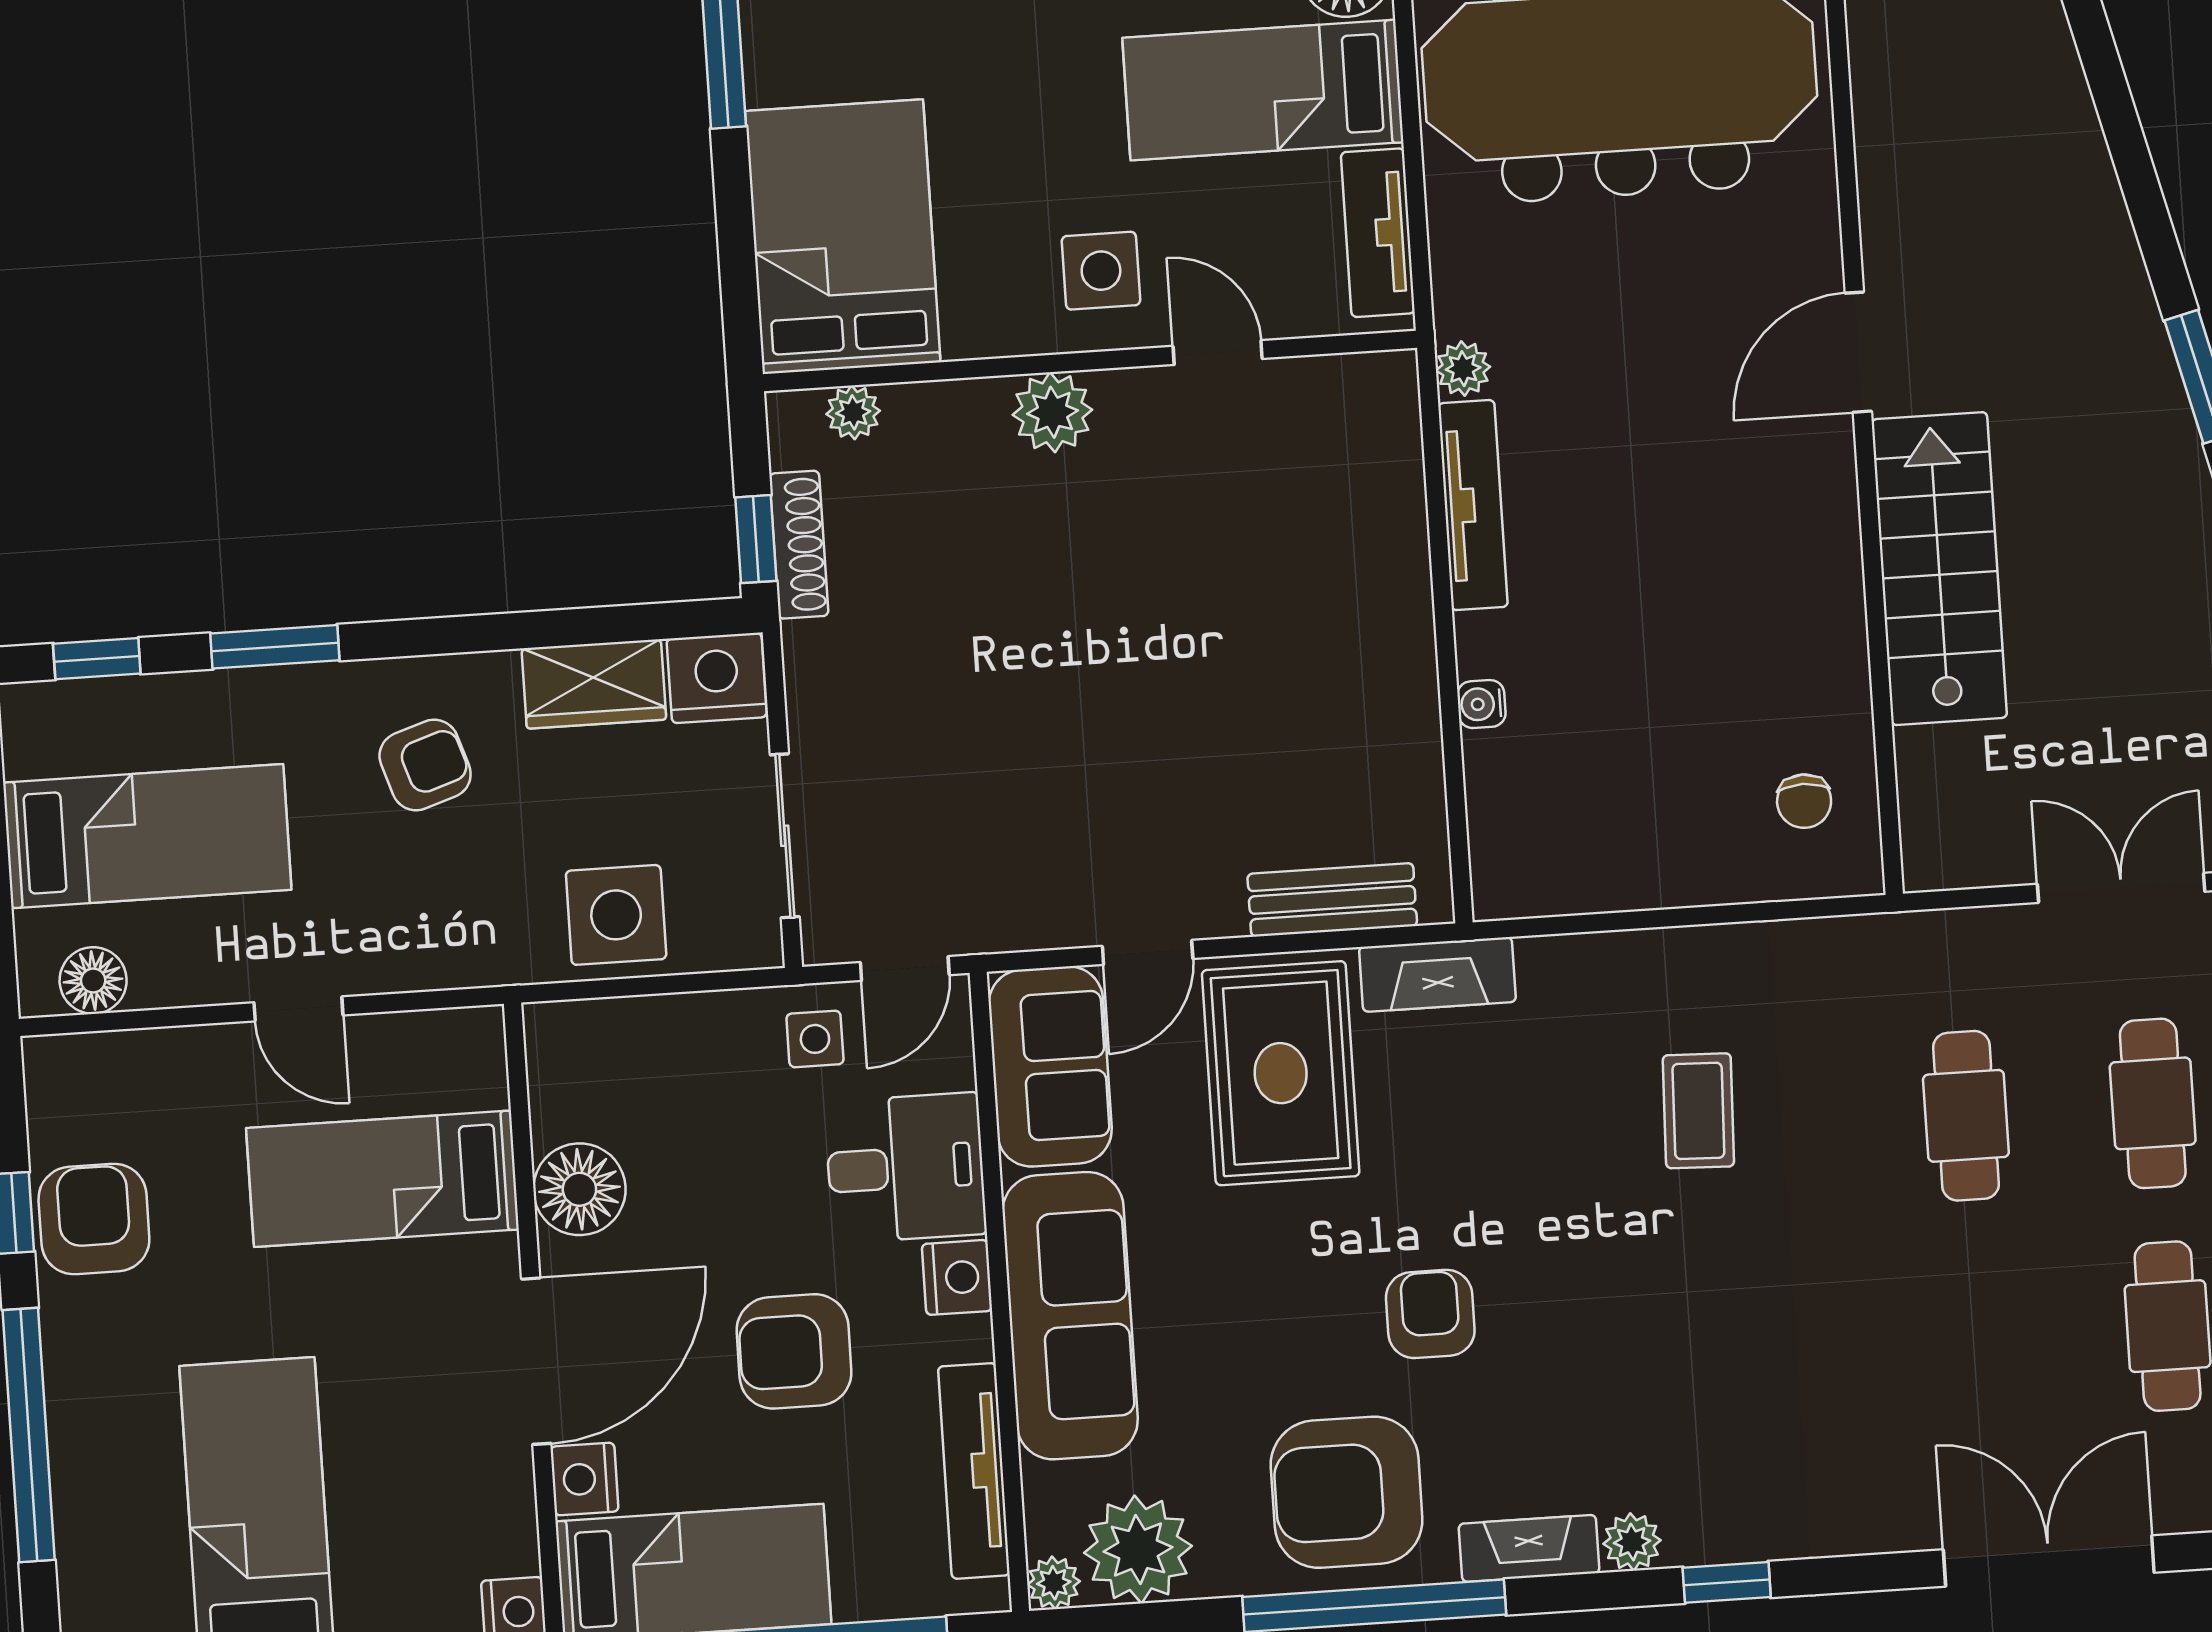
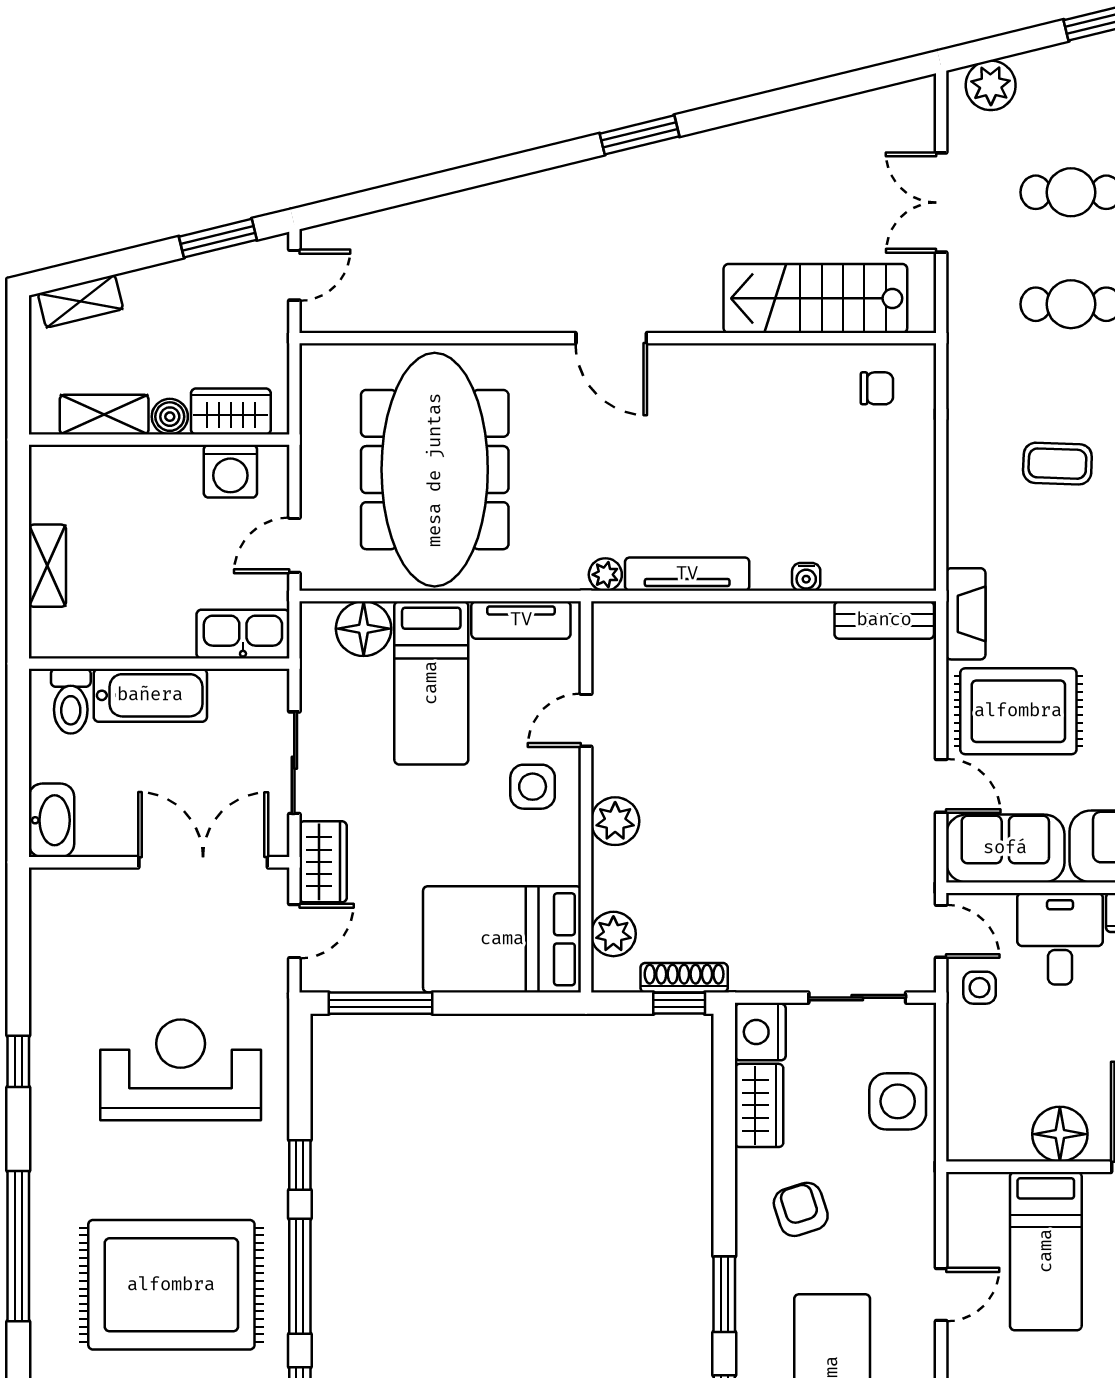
plant: (853, 412) -> (613, 934), width x1.38, depth x1.38
stairs: (1939, 569) -> (815, 298), moved
bench: (1332, 900) -> (884, 620), moved, turned 90

